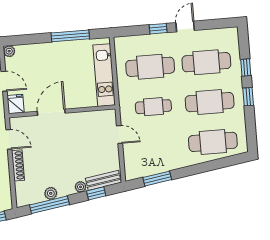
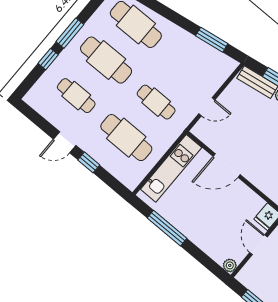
cafe table: (206, 62) -> (76, 96), width x0.73, depth x0.74
window: (248, 97) -> (70, 33), width x1.50
door: (51, 112) -> (227, 166), moved
door: (120, 135) -> (207, 107), swing flipped

